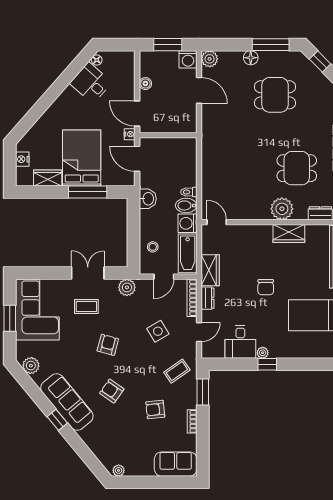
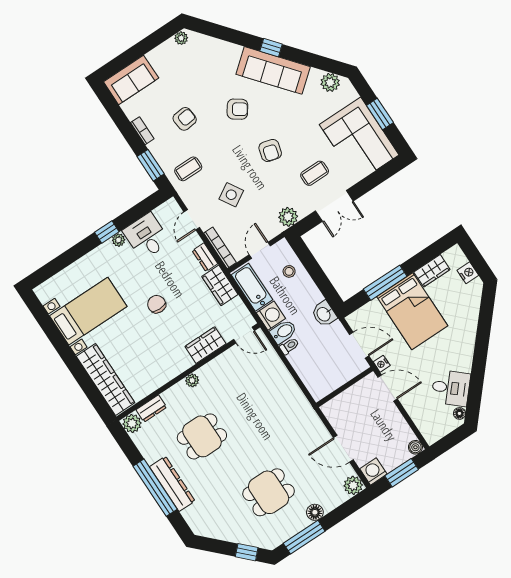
boiler: (145, 84) -> (415, 447), moved
plant: (282, 209) -> (192, 380), width x0.53, depth x0.53
wardrobe: (289, 233) -> (205, 345), moved
coffee table: (177, 371) -> (188, 169), turned 35

